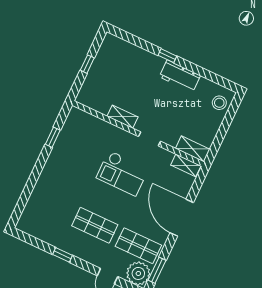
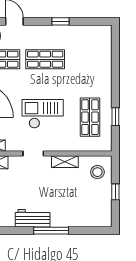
window: (167, 56) -> (51, 231), width x2.17
stool: (96, 91) -> (97, 172), added
shop shelf: (78, 148) -> (90, 117), added

